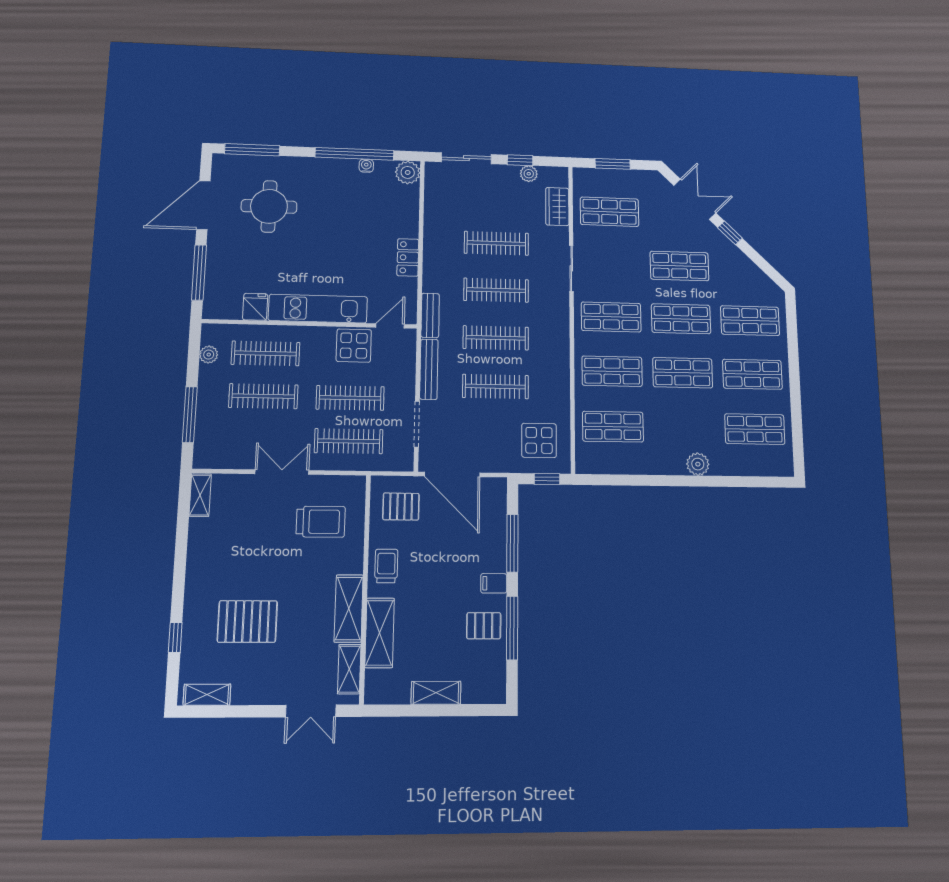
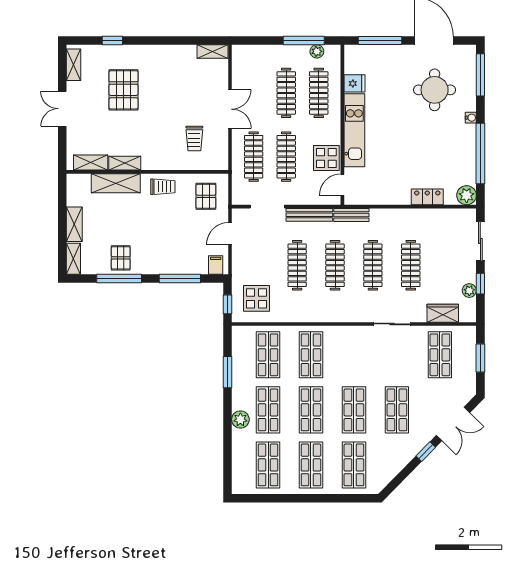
water cooler: (366, 166) -> (471, 118), moved
locker: (408, 257) -> (427, 197), moved
shop shelf: (611, 317) -> (268, 410), moved
door: (390, 326) -> (342, 185), swing flipped
window: (190, 415) -> (304, 41), moved
door: (452, 474) -> (230, 234), width x0.53
window: (637, 480) -> (228, 372), added
trolley: (321, 522) -> (194, 139), width x0.73, depth x0.72
filing cabinet: (494, 583) -> (216, 265), moved
shelving: (349, 608) -> (125, 163), width x0.67, depth x0.75
shelving: (484, 694) -> (73, 259), added
double door: (311, 711) -> (62, 109), moved

